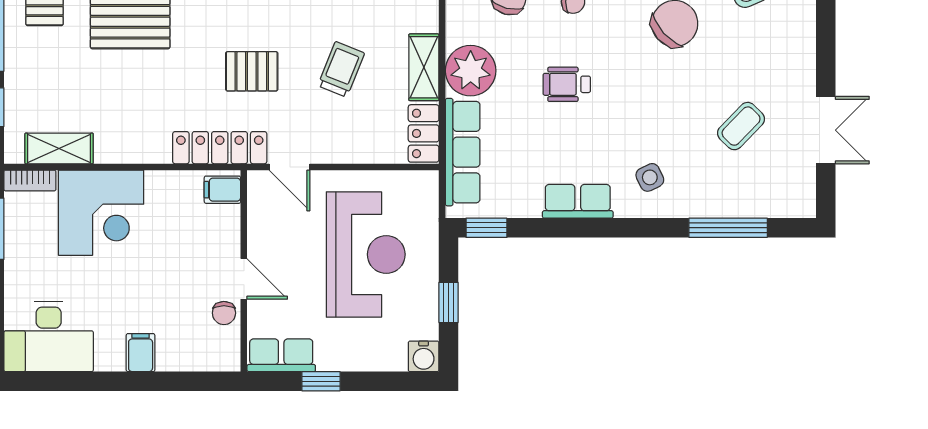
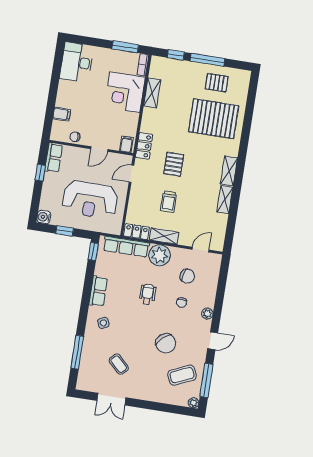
trolley: (341, 69) -> (169, 202), turned 68
shelving: (59, 148) -> (152, 93), moved
locker: (220, 148) -> (144, 146), width x0.66
door: (244, 279) -> (99, 149), moved
filing cabinet: (141, 353) -> (62, 114), moved

